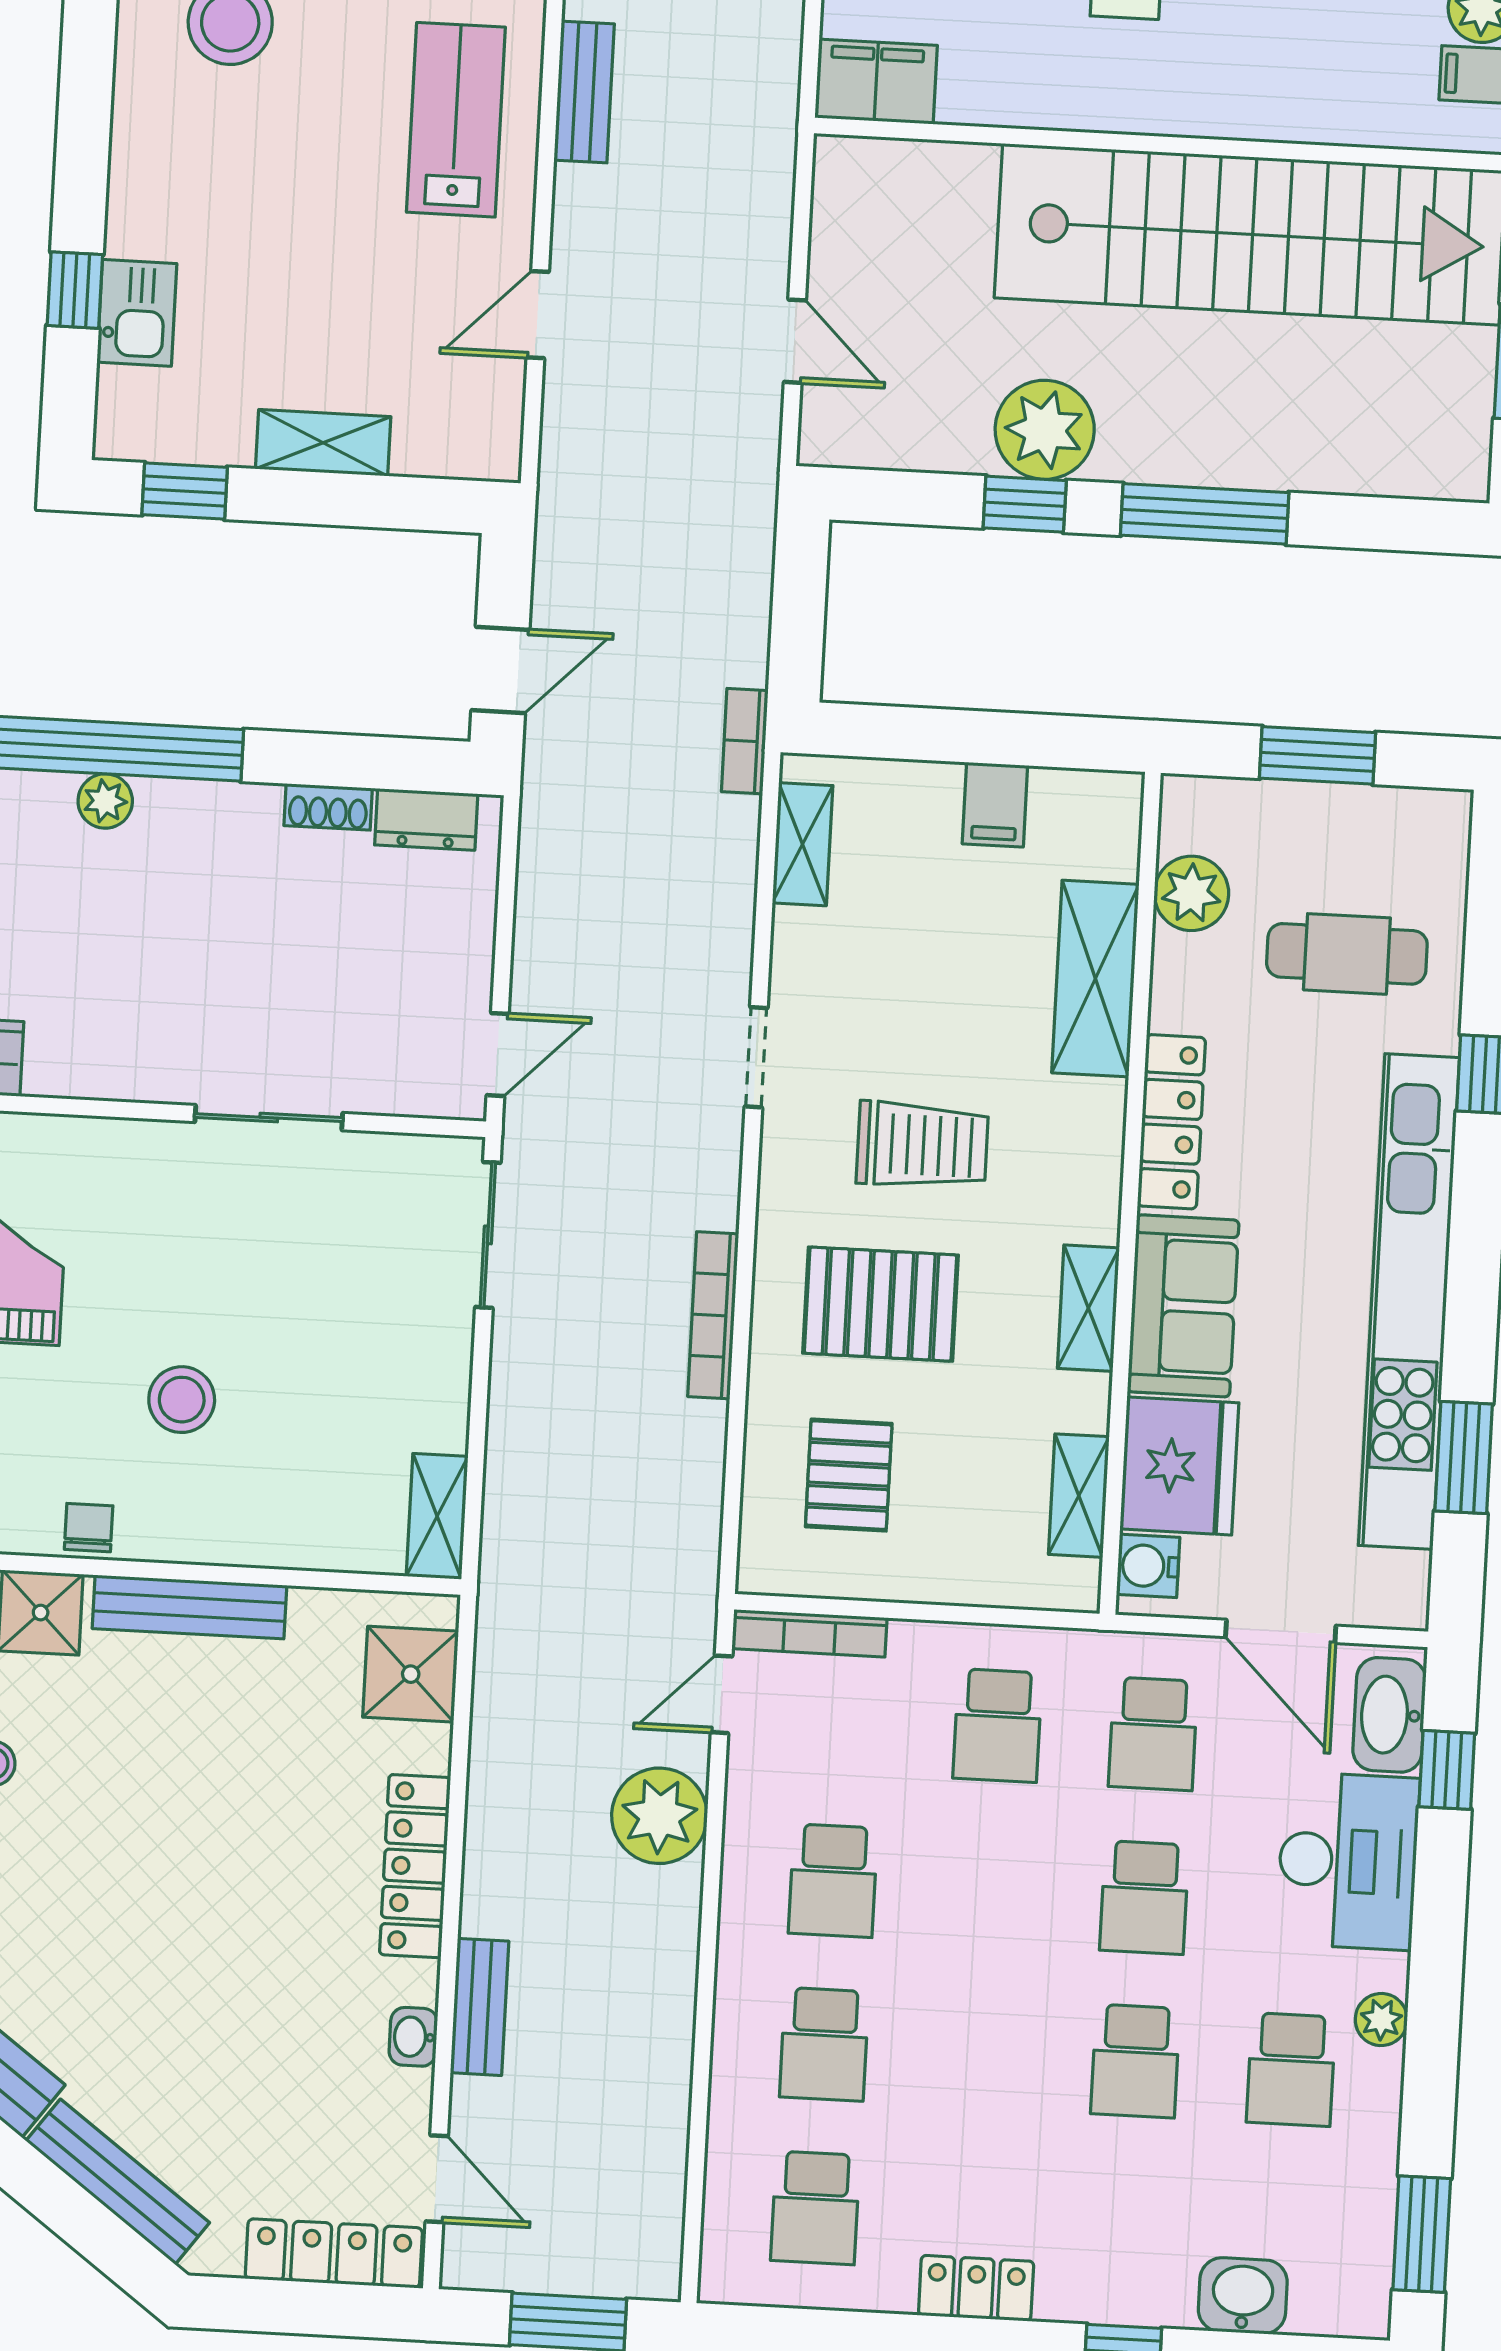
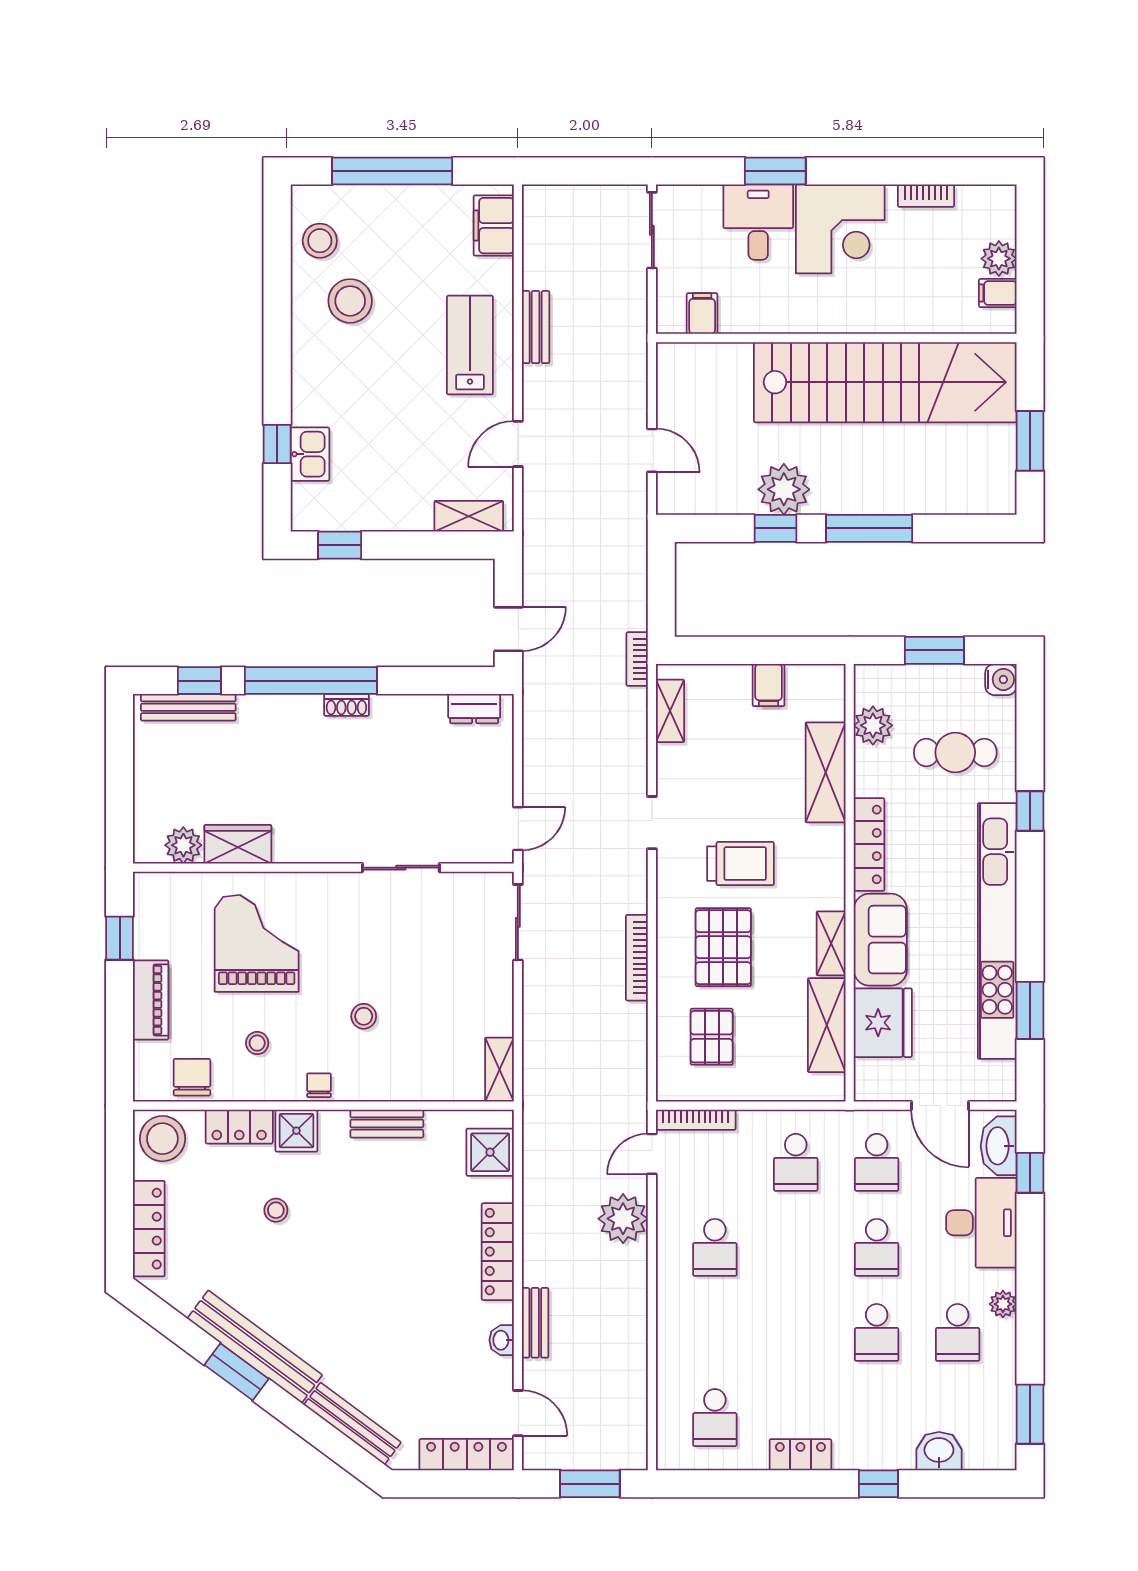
filing cabinet: (876, 82) -> (702, 314), width x0.50
shelving: (323, 443) -> (469, 516), moved
plant: (105, 801) -> (307, 708), removed
shoe rack: (328, 807) -> (346, 705), moved
pallet: (880, 1304) -> (723, 947), turned 90
stool: (182, 1400) -> (364, 1016), width x0.73, depth x0.73
shelving: (1079, 1496) -> (827, 1025), width x1.50, depth x1.33
water cooler: (1148, 1566) -> (1001, 679), moved, turned 180
bench: (189, 1607) -> (387, 1124), width x0.73
school desk: (824, 2044) -> (715, 1332), removed

